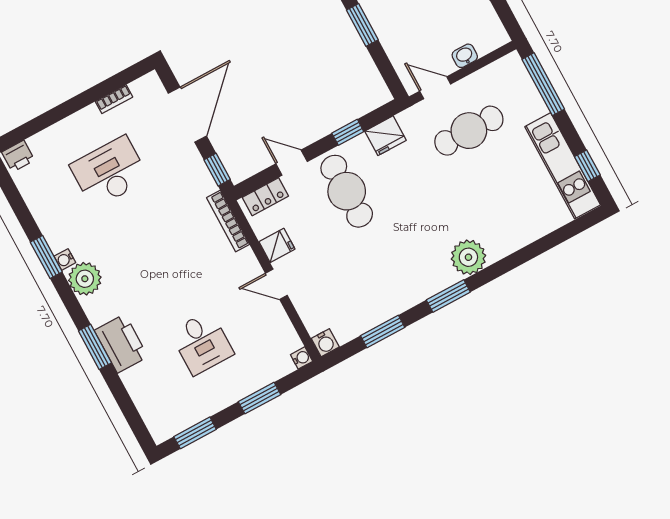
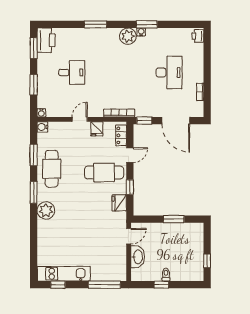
washbasin: (465, 56) -> (138, 257), width x1.91, depth x1.45
cafe table: (469, 131) -> (52, 169), moved
printer: (121, 343) -> (46, 40), moved, turned -90
desk: (202, 343) -> (72, 72), turned 180

